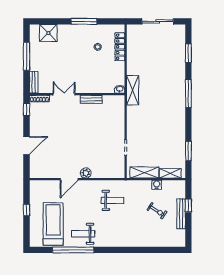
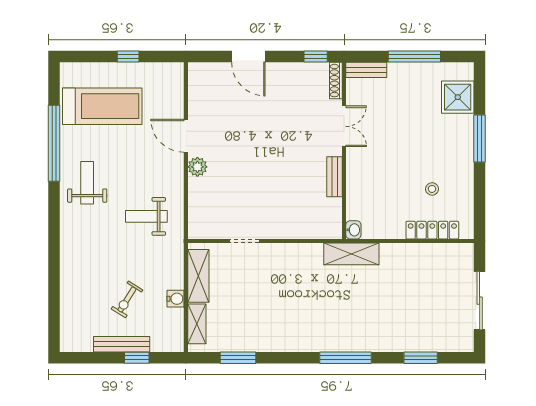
window: (84, 21) -> (480, 139), moved
weight bench: (112, 200) -> (146, 216), turned 90
weight bench: (83, 234) -> (87, 183), moved

